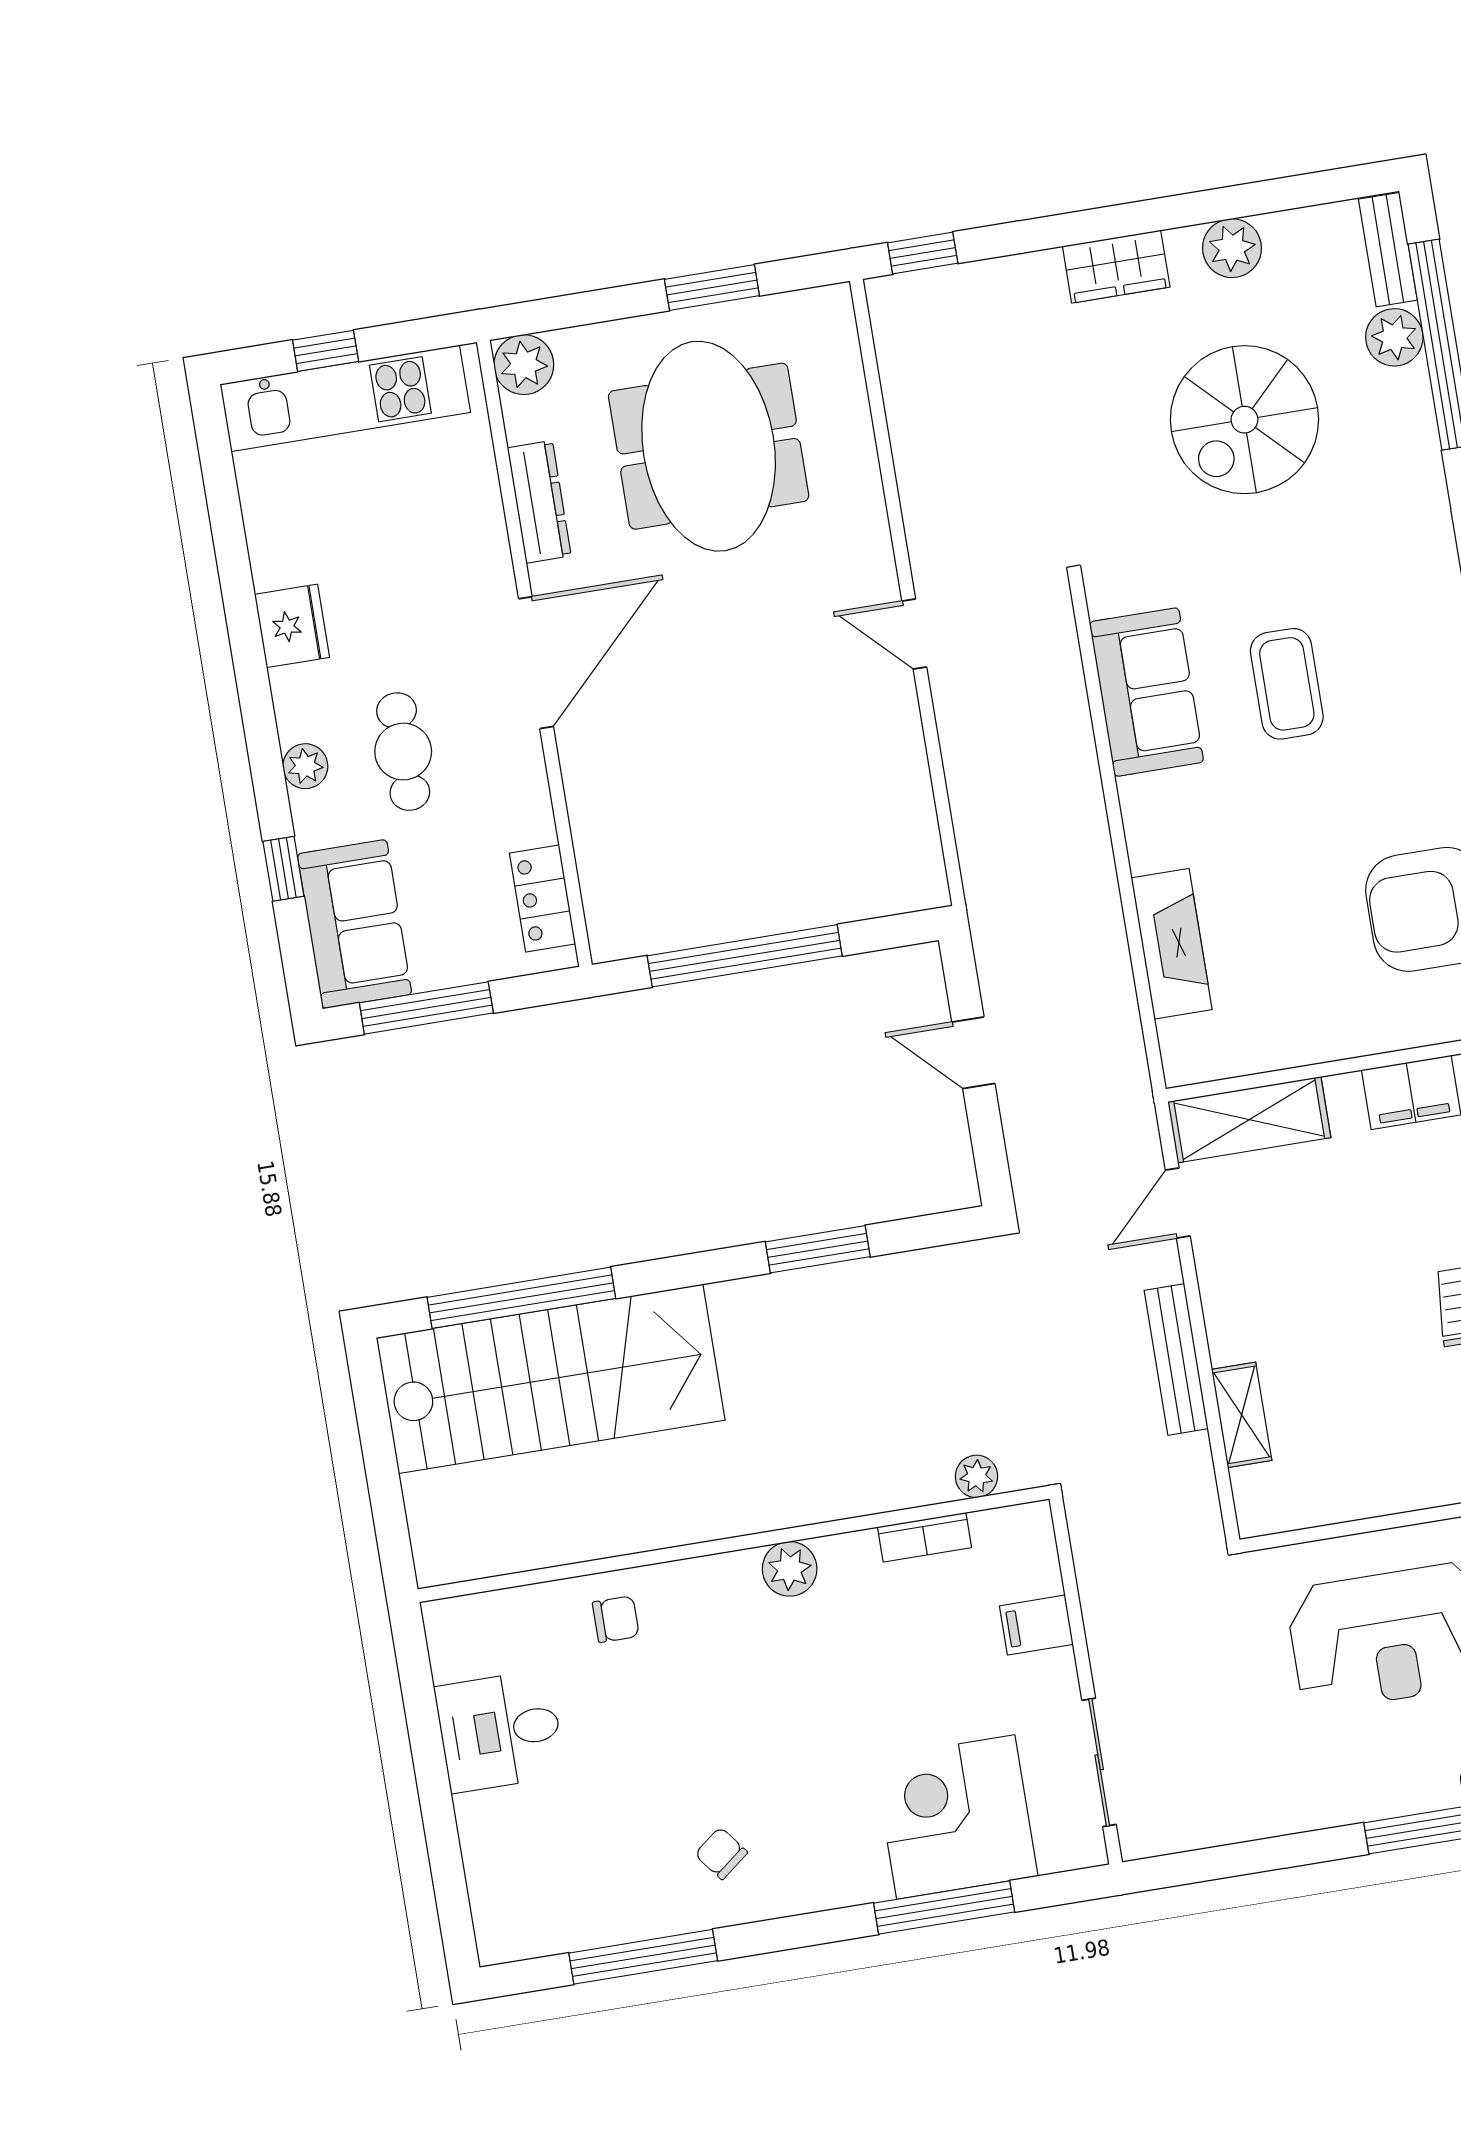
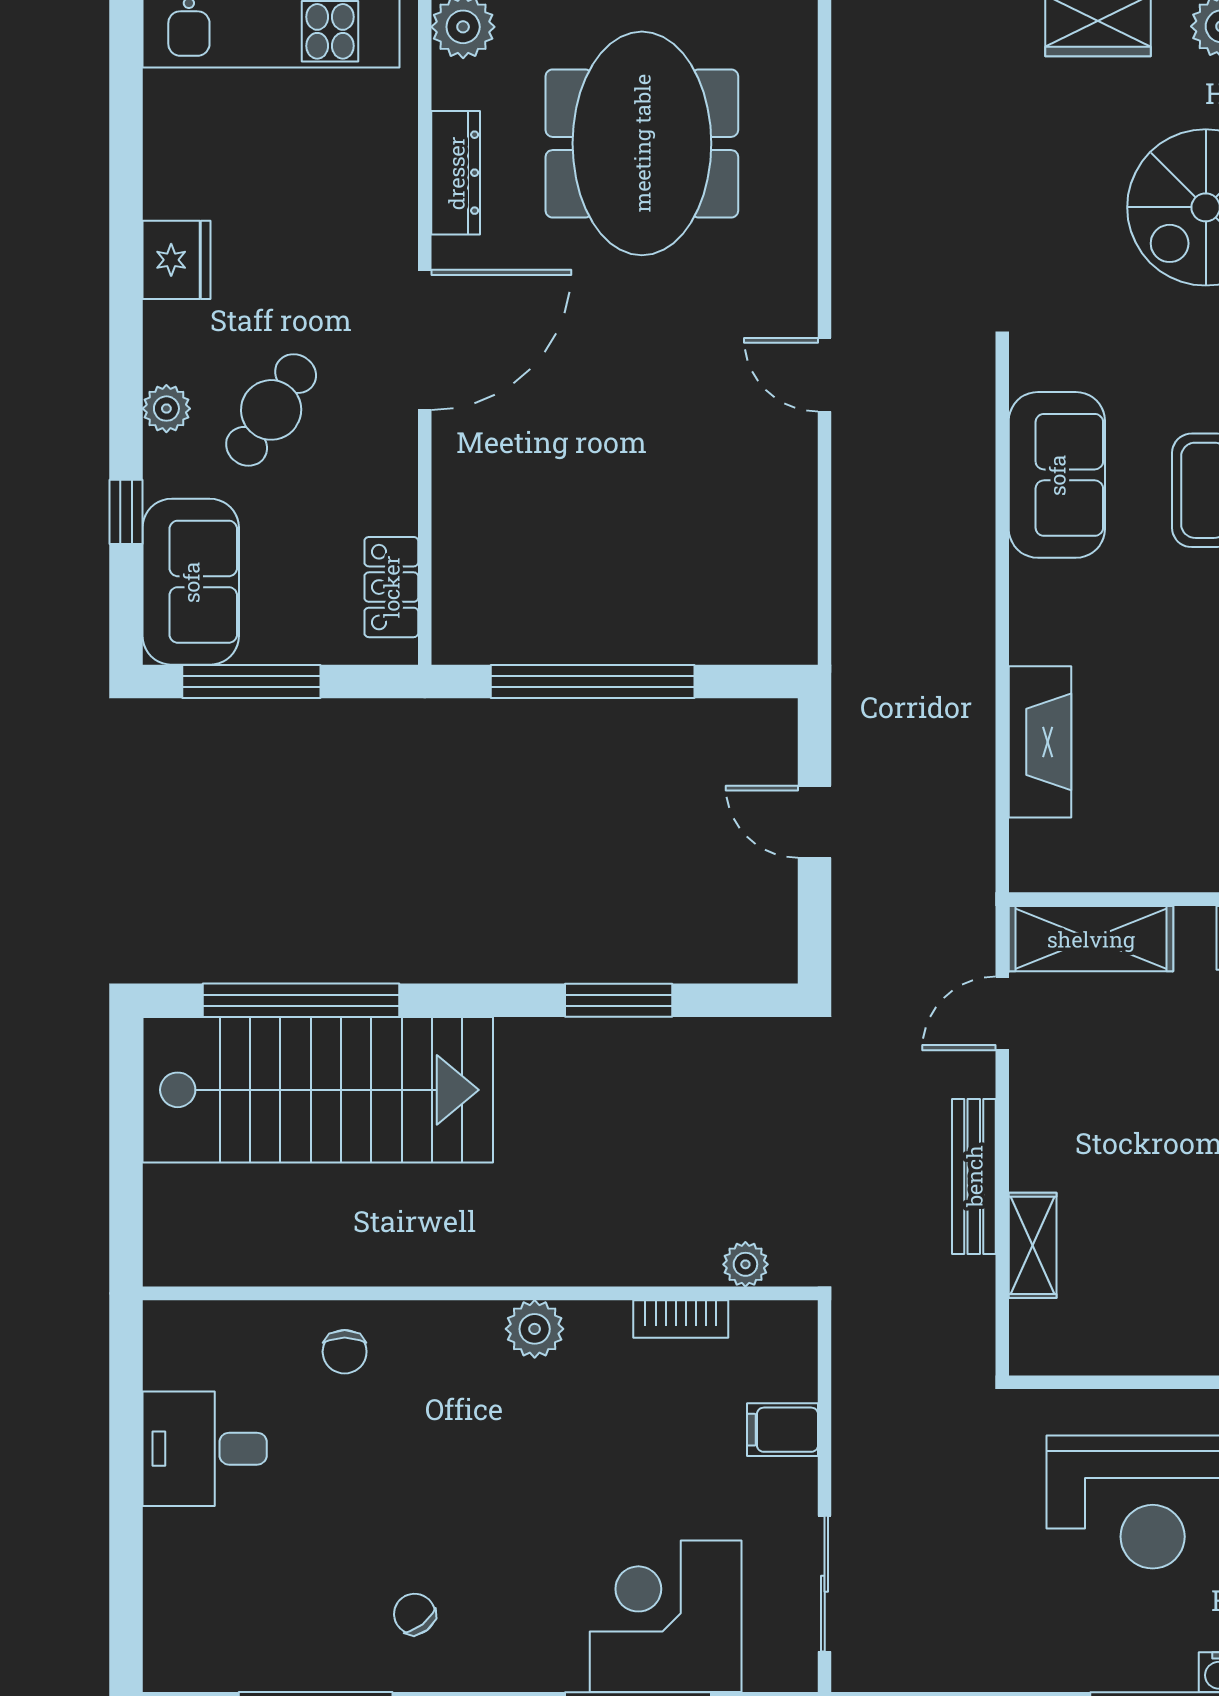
cafe table: (403, 752) -> (271, 410), turned 34
chair: (616, 1619) -> (345, 1352), turned 90

